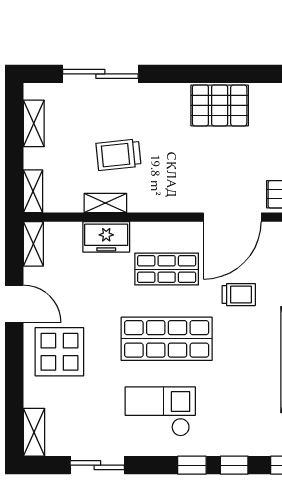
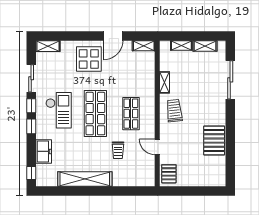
trolley: (118, 155) -> (174, 111), moved
shelving: (33, 191) -> (181, 46), moved
door: (232, 217) -> (157, 147), width x0.53
freezer: (106, 237) -> (44, 151), moved, turned 180
window: (234, 465) -> (31, 106), moved

